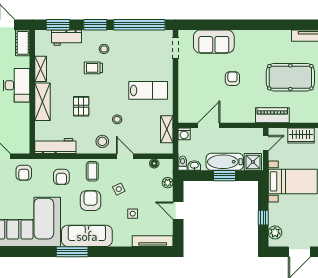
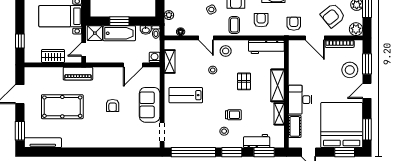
sofa: (214, 42) -> (150, 105), moved, turned -90
cot: (23, 43) -> (295, 126), moved

